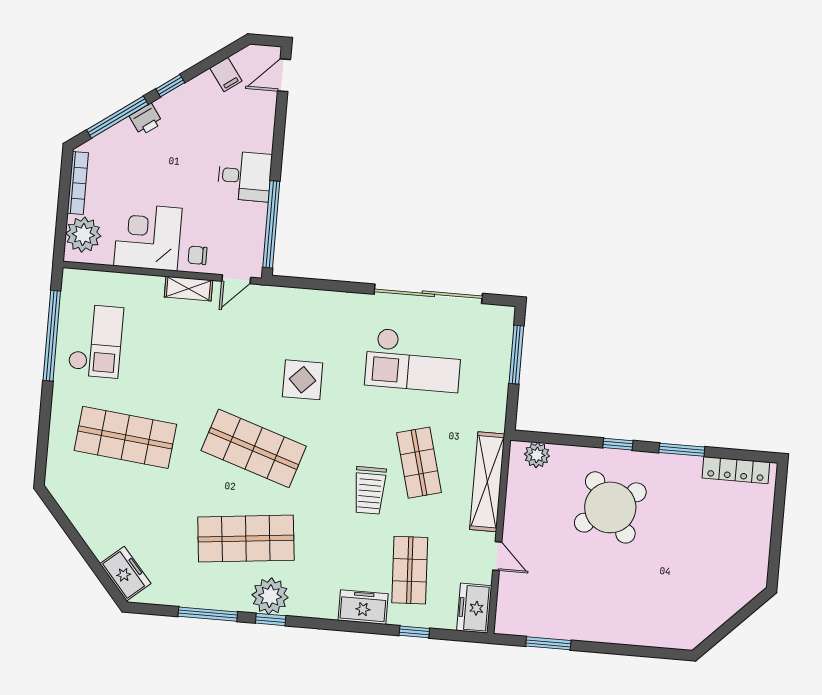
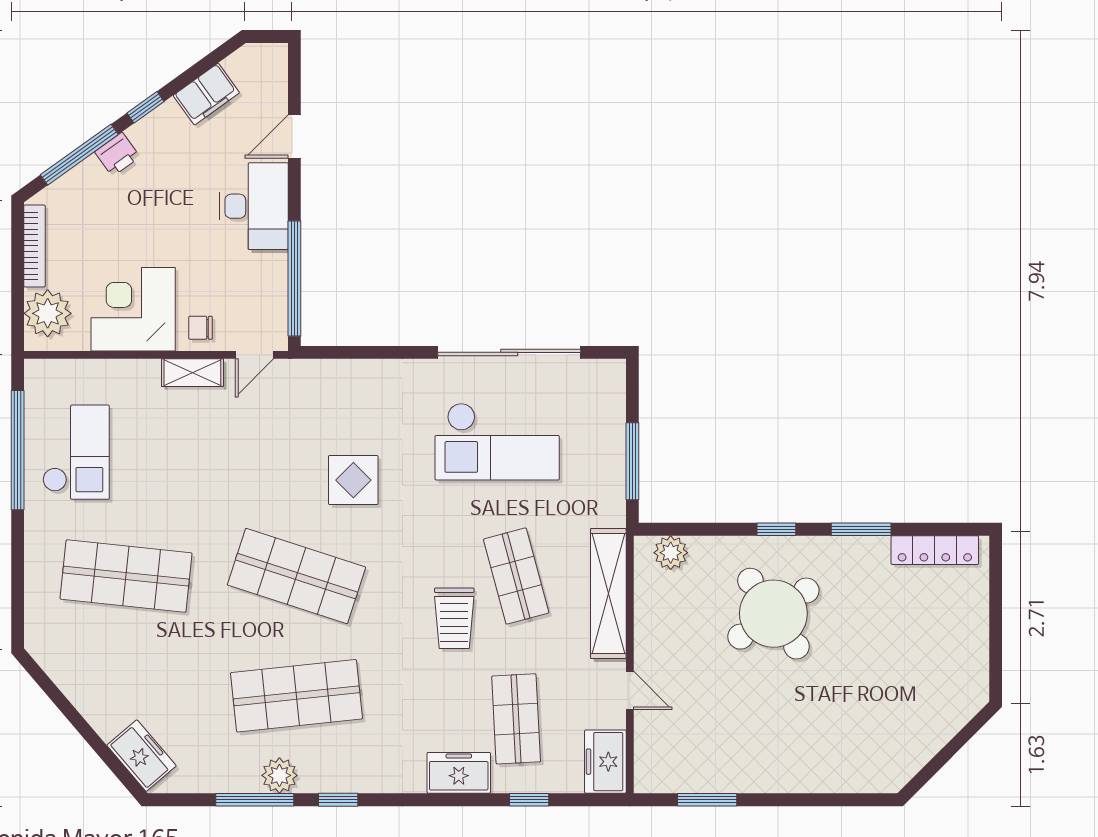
filing cabinet: (226, 74) -> (206, 94), width x2.00
door: (284, 75) -> (294, 136), moved
desk: (245, 176) -> (254, 206), width x1.37
window: (516, 355) -> (632, 461), moved
plant: (270, 596) -> (279, 775), moved, width x0.73, depth x0.73

